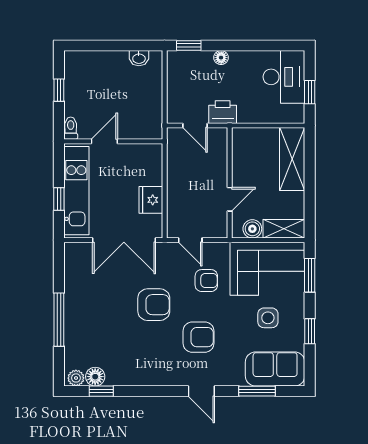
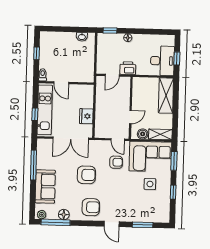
desk: (284, 77) -> (162, 61), moved
door: (195, 125) -> (112, 75), hinge flipped
door: (104, 141) -> (61, 83), swing flipped
door: (190, 240) -> (118, 140), moved
window: (59, 320) -> (33, 165), moved
armchair: (198, 337) -> (91, 207), moved
sofa: (275, 369) -> (45, 187), moved, turned 90
floor lamp: (95, 377) -> (64, 215), moved
window: (101, 391) -> (56, 222), width x2.17

